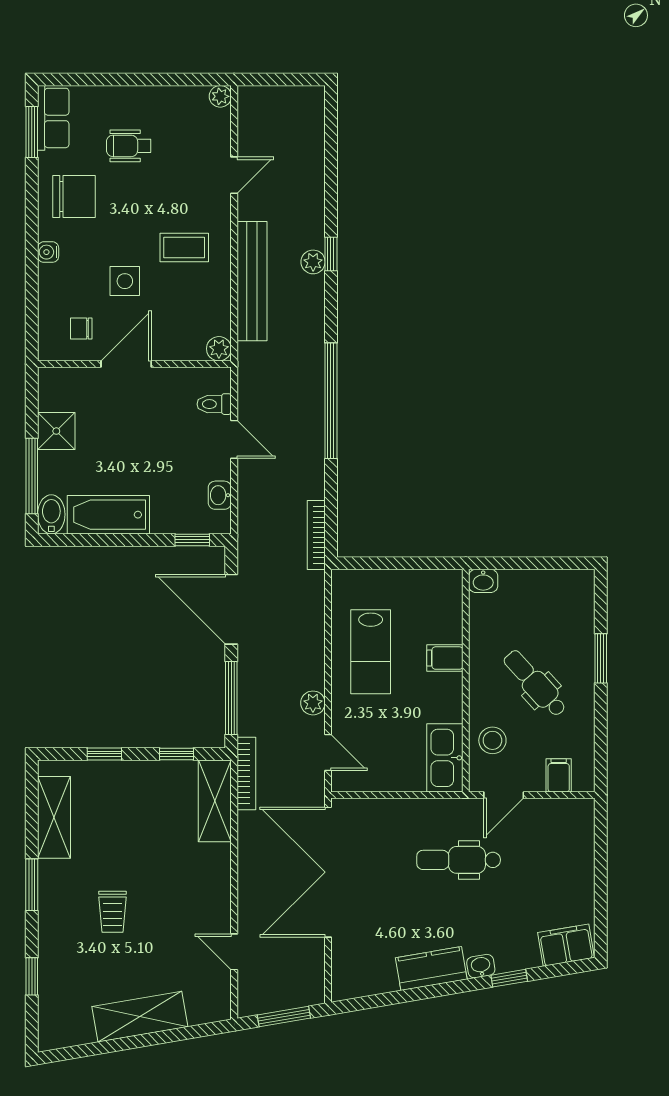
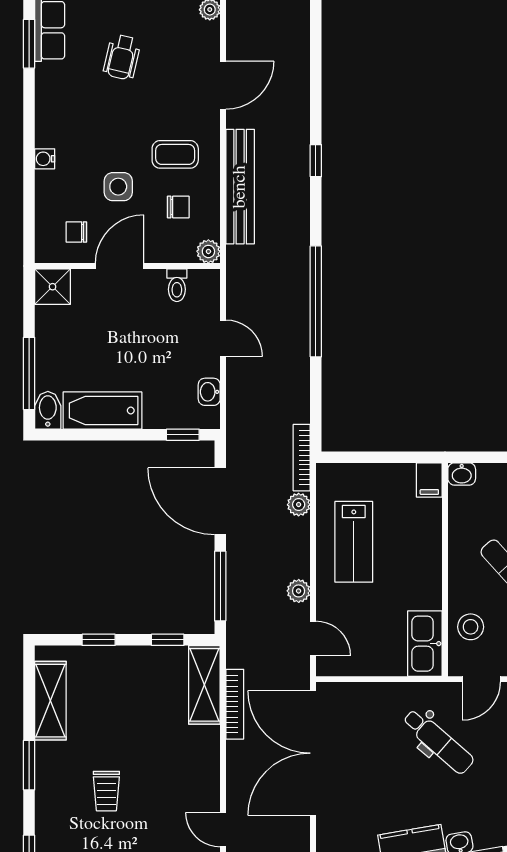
wheelchair: (129, 146) -> (122, 57), turned -77
door: (234, 175) -> (223, 85), width x1.37
chair: (74, 196) -> (178, 207), moved, width x0.54, depth x0.54
plant: (313, 262) -> (299, 505), moved
toilet: (214, 404) -> (177, 285), moved, turned -90
shower: (56, 431) -> (53, 287), moved
bookcase: (316, 535) -> (302, 458), moved
filing cabinet: (445, 658) -> (429, 480), moved, turned -90
bookcase: (246, 773) -> (235, 704), moved
dental chair: (459, 860) -> (438, 741), turned -139

